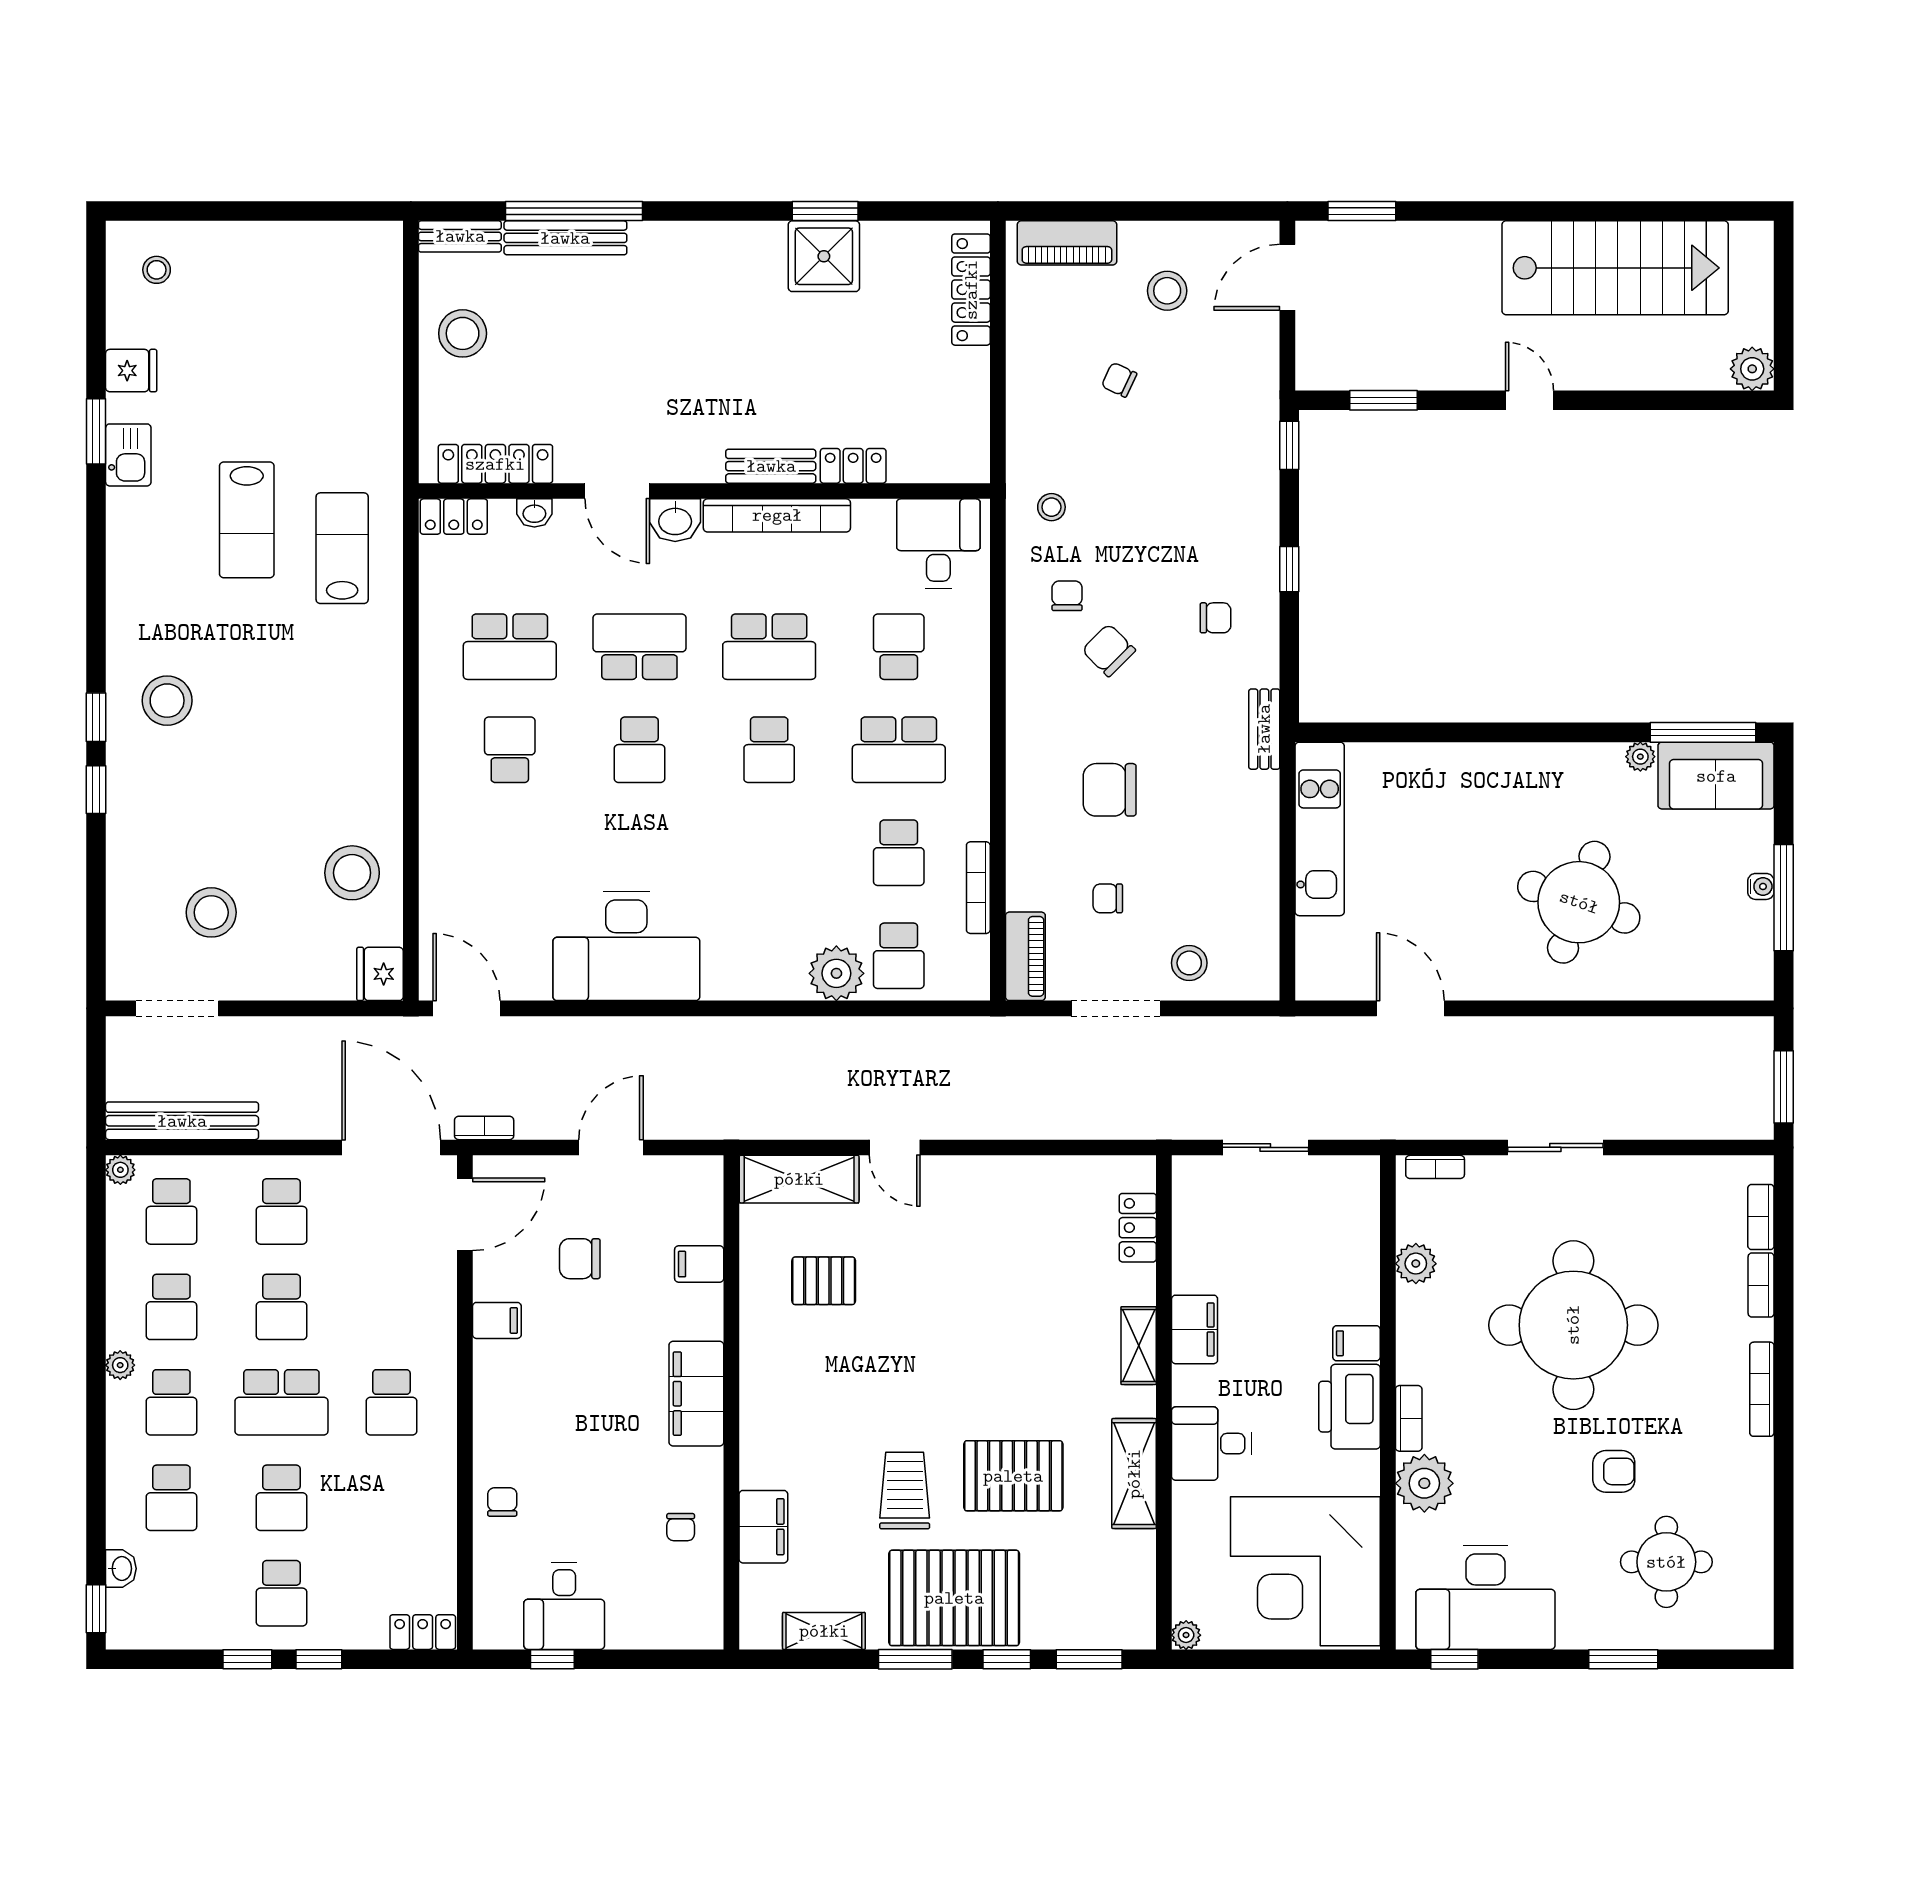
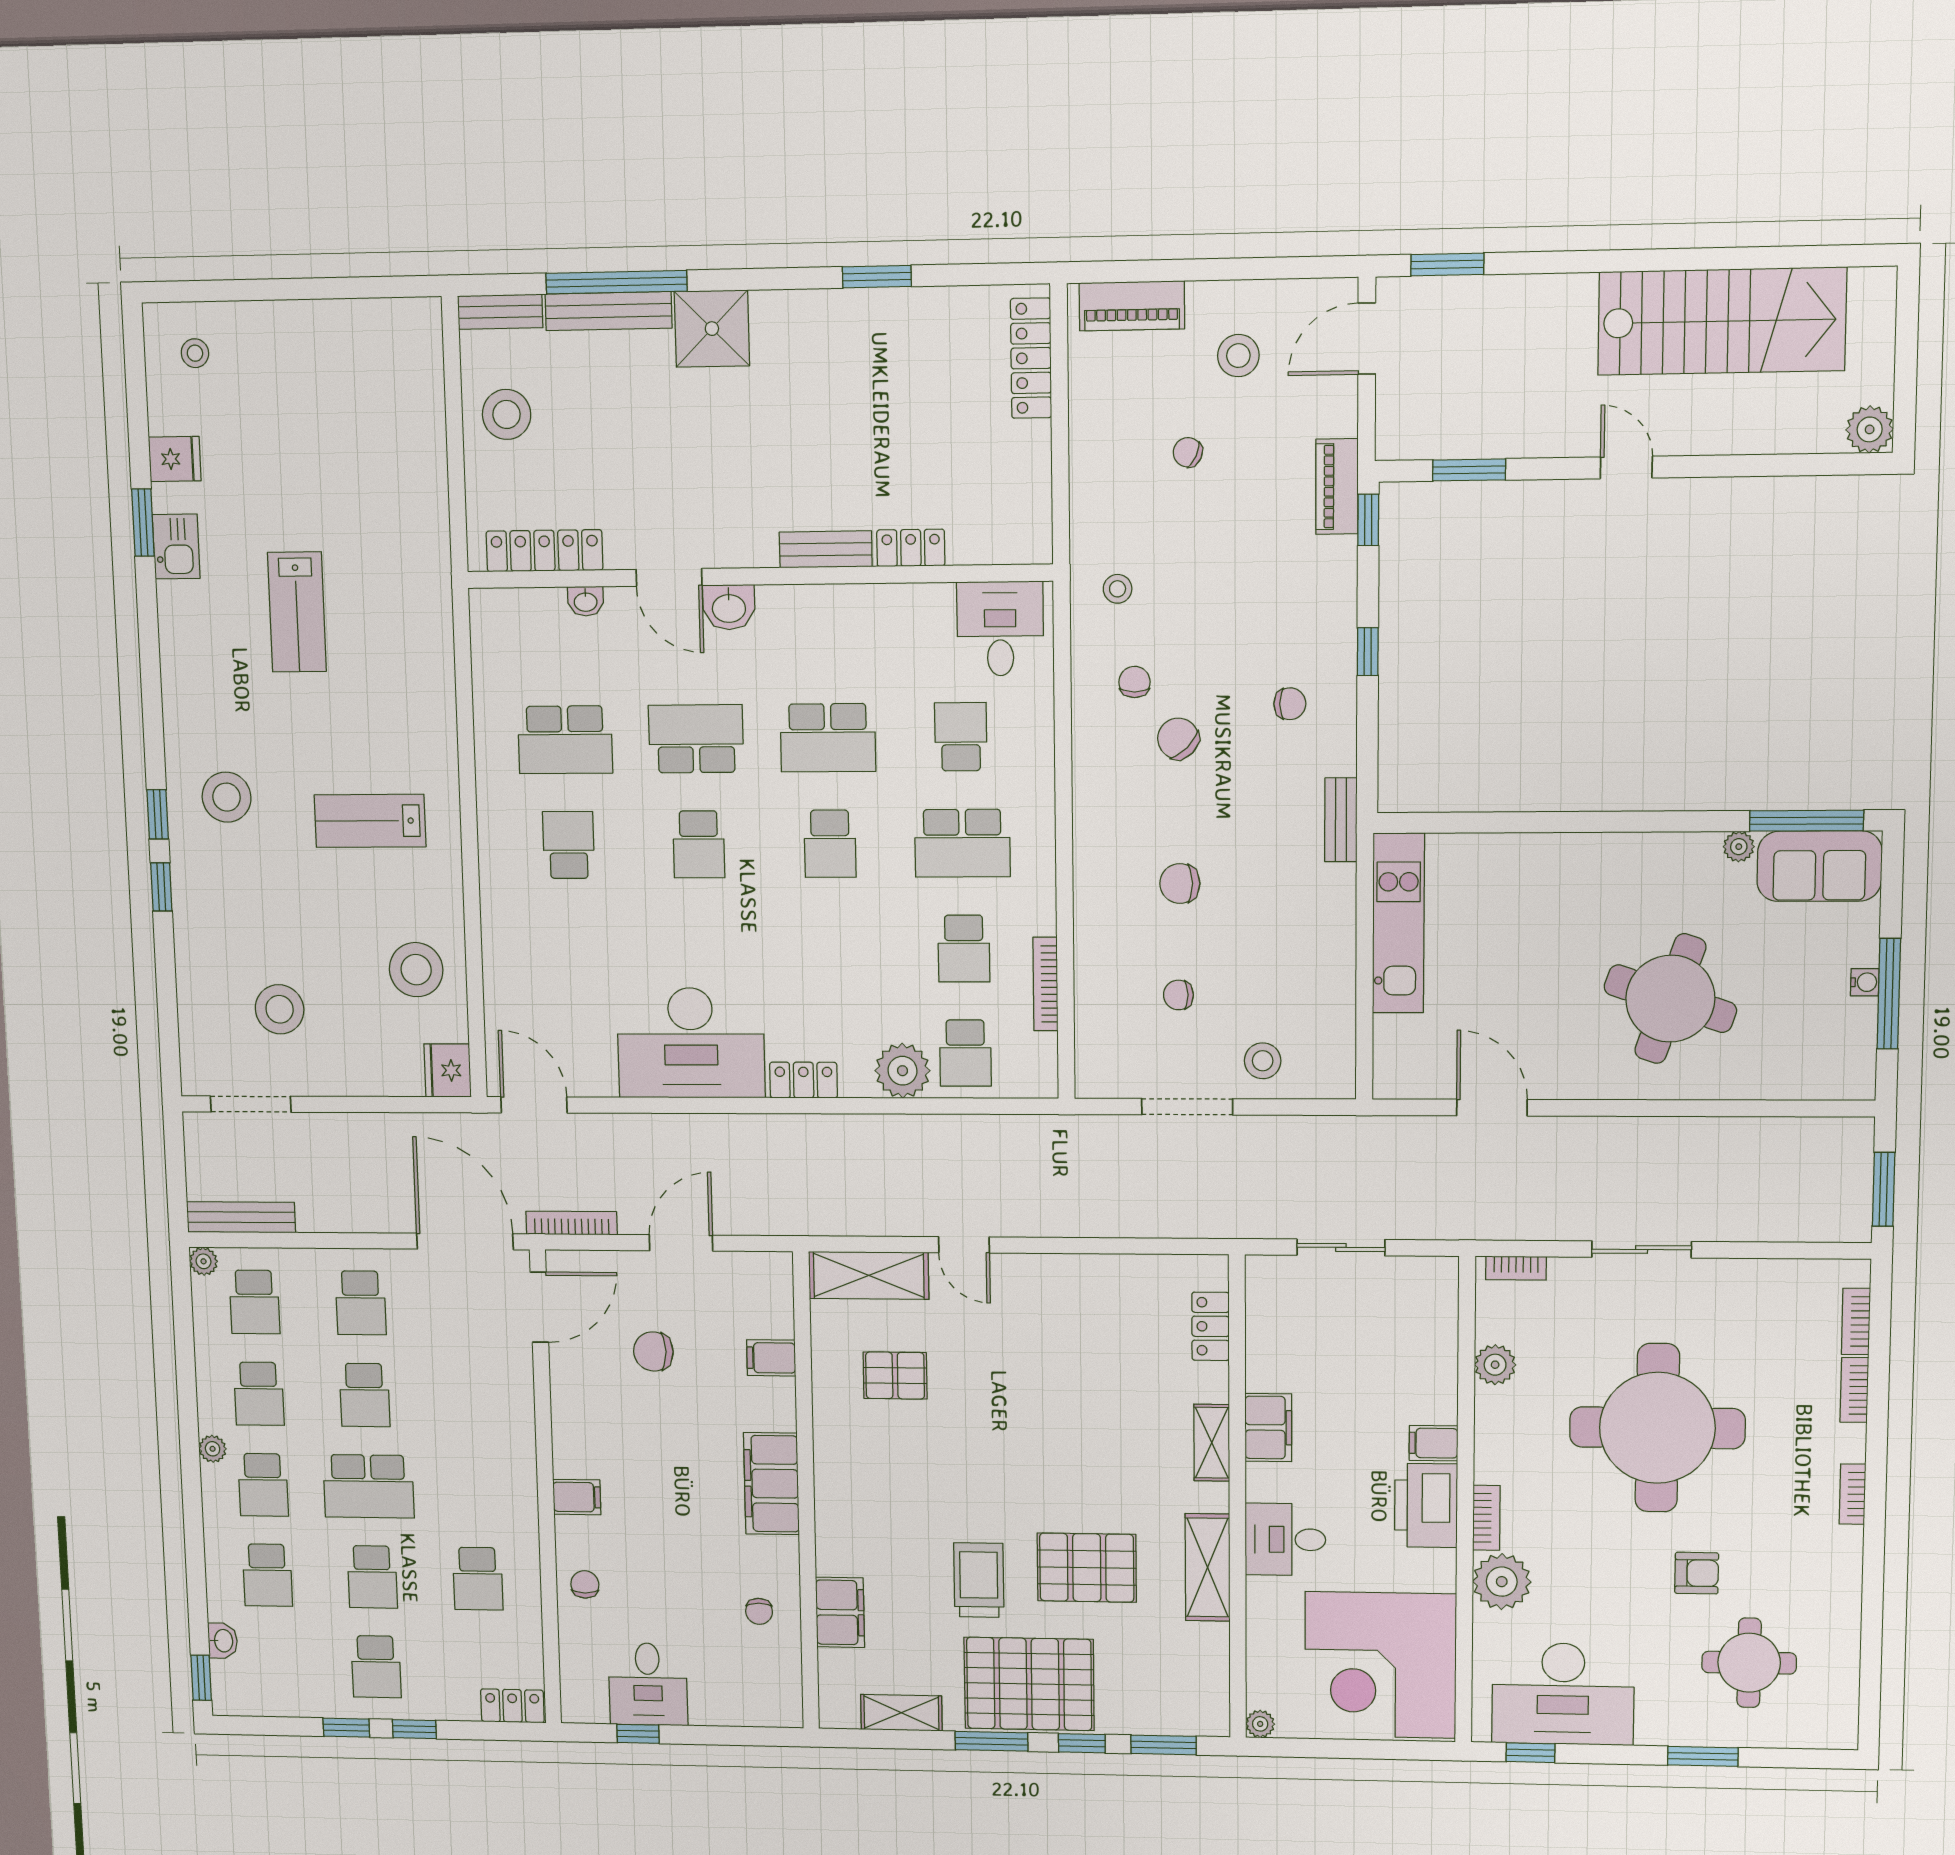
shower: (824, 256) -> (712, 329), moved
bookcase: (777, 515) -> (833, 601), removed
locker: (454, 517) -> (804, 1080), moved, turned 180
lab bench: (342, 548) -> (370, 821), moved, turned -90
chair: (1110, 790) -> (1180, 883), width x0.73, depth x0.73
piano: (1025, 956) -> (1337, 486), moved, turned 180
bench: (182, 1121) -> (241, 1217), width x0.73, depth x0.82
bookcase: (484, 1128) -> (572, 1223), width x1.56
filing cabinet: (497, 1320) -> (577, 1497), moved
bookcase: (1762, 1389) -> (1852, 1494), width x0.64
school desk: (391, 1402) -> (478, 1579), moved

